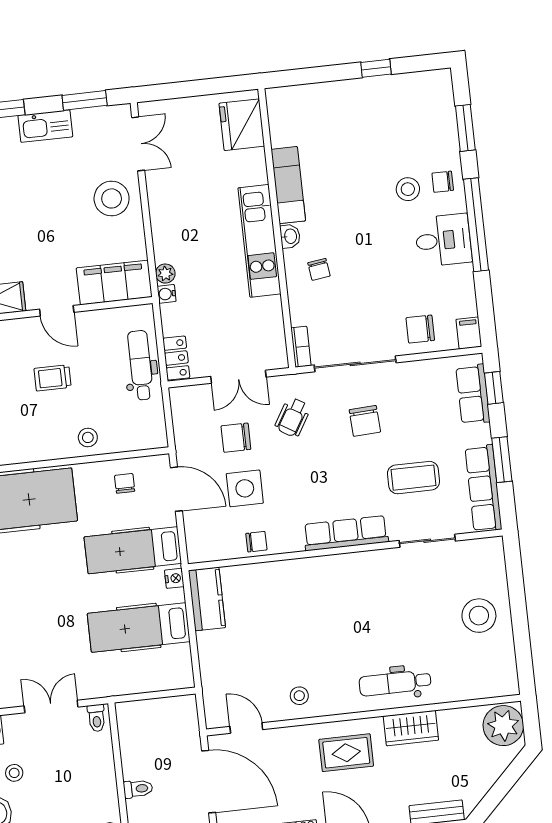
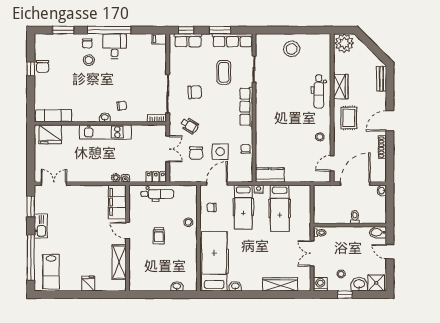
exam couch: (288, 185) -> (53, 116), moved
stool: (112, 198) -> (78, 199), removed
door: (57, 311) -> (128, 230), swing flipped
chair: (420, 329) -> (43, 66), moved
dental chair: (141, 365) -> (157, 194), turned 180

